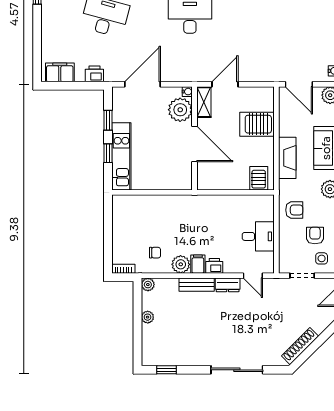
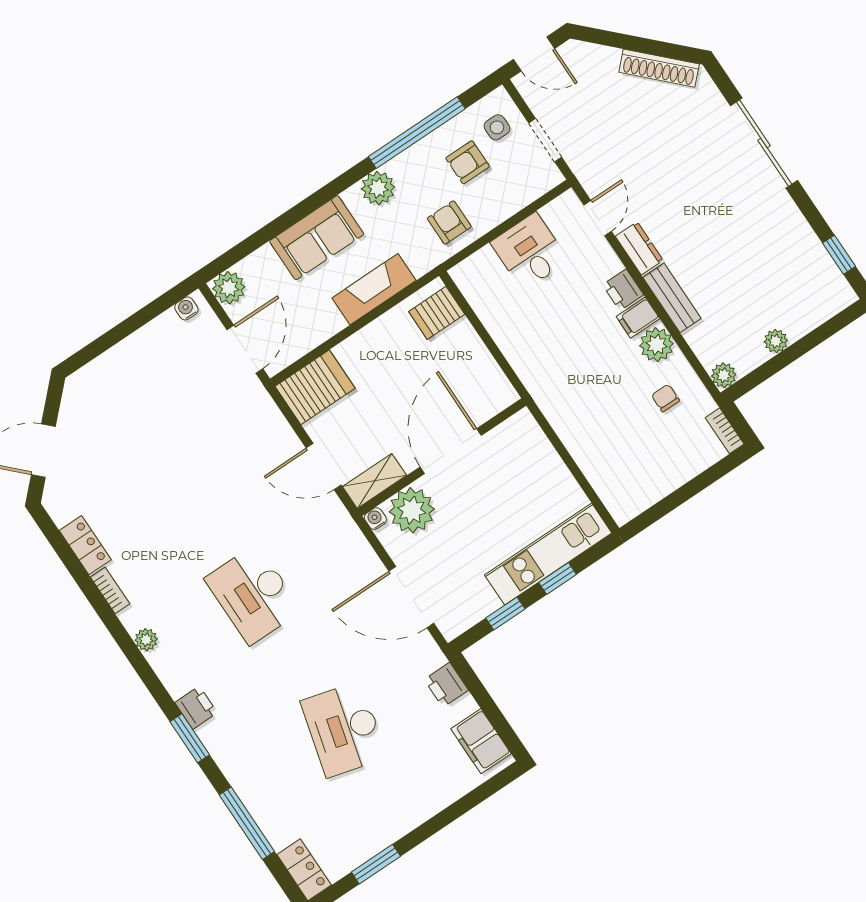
server rack: (257, 124) -> (315, 387), moved, turned -90

